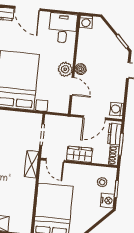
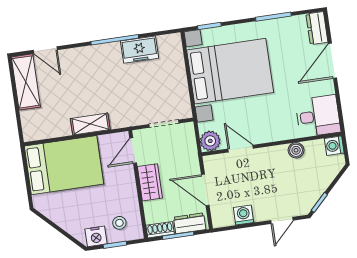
plant: (65, 69) -> (210, 141), moved
boiler: (81, 69) -> (296, 150), moved
door: (72, 86) -> (241, 149), swing flipped
washing machine: (117, 109) -> (243, 215), moved
shelving: (32, 164) -> (90, 124), moved

